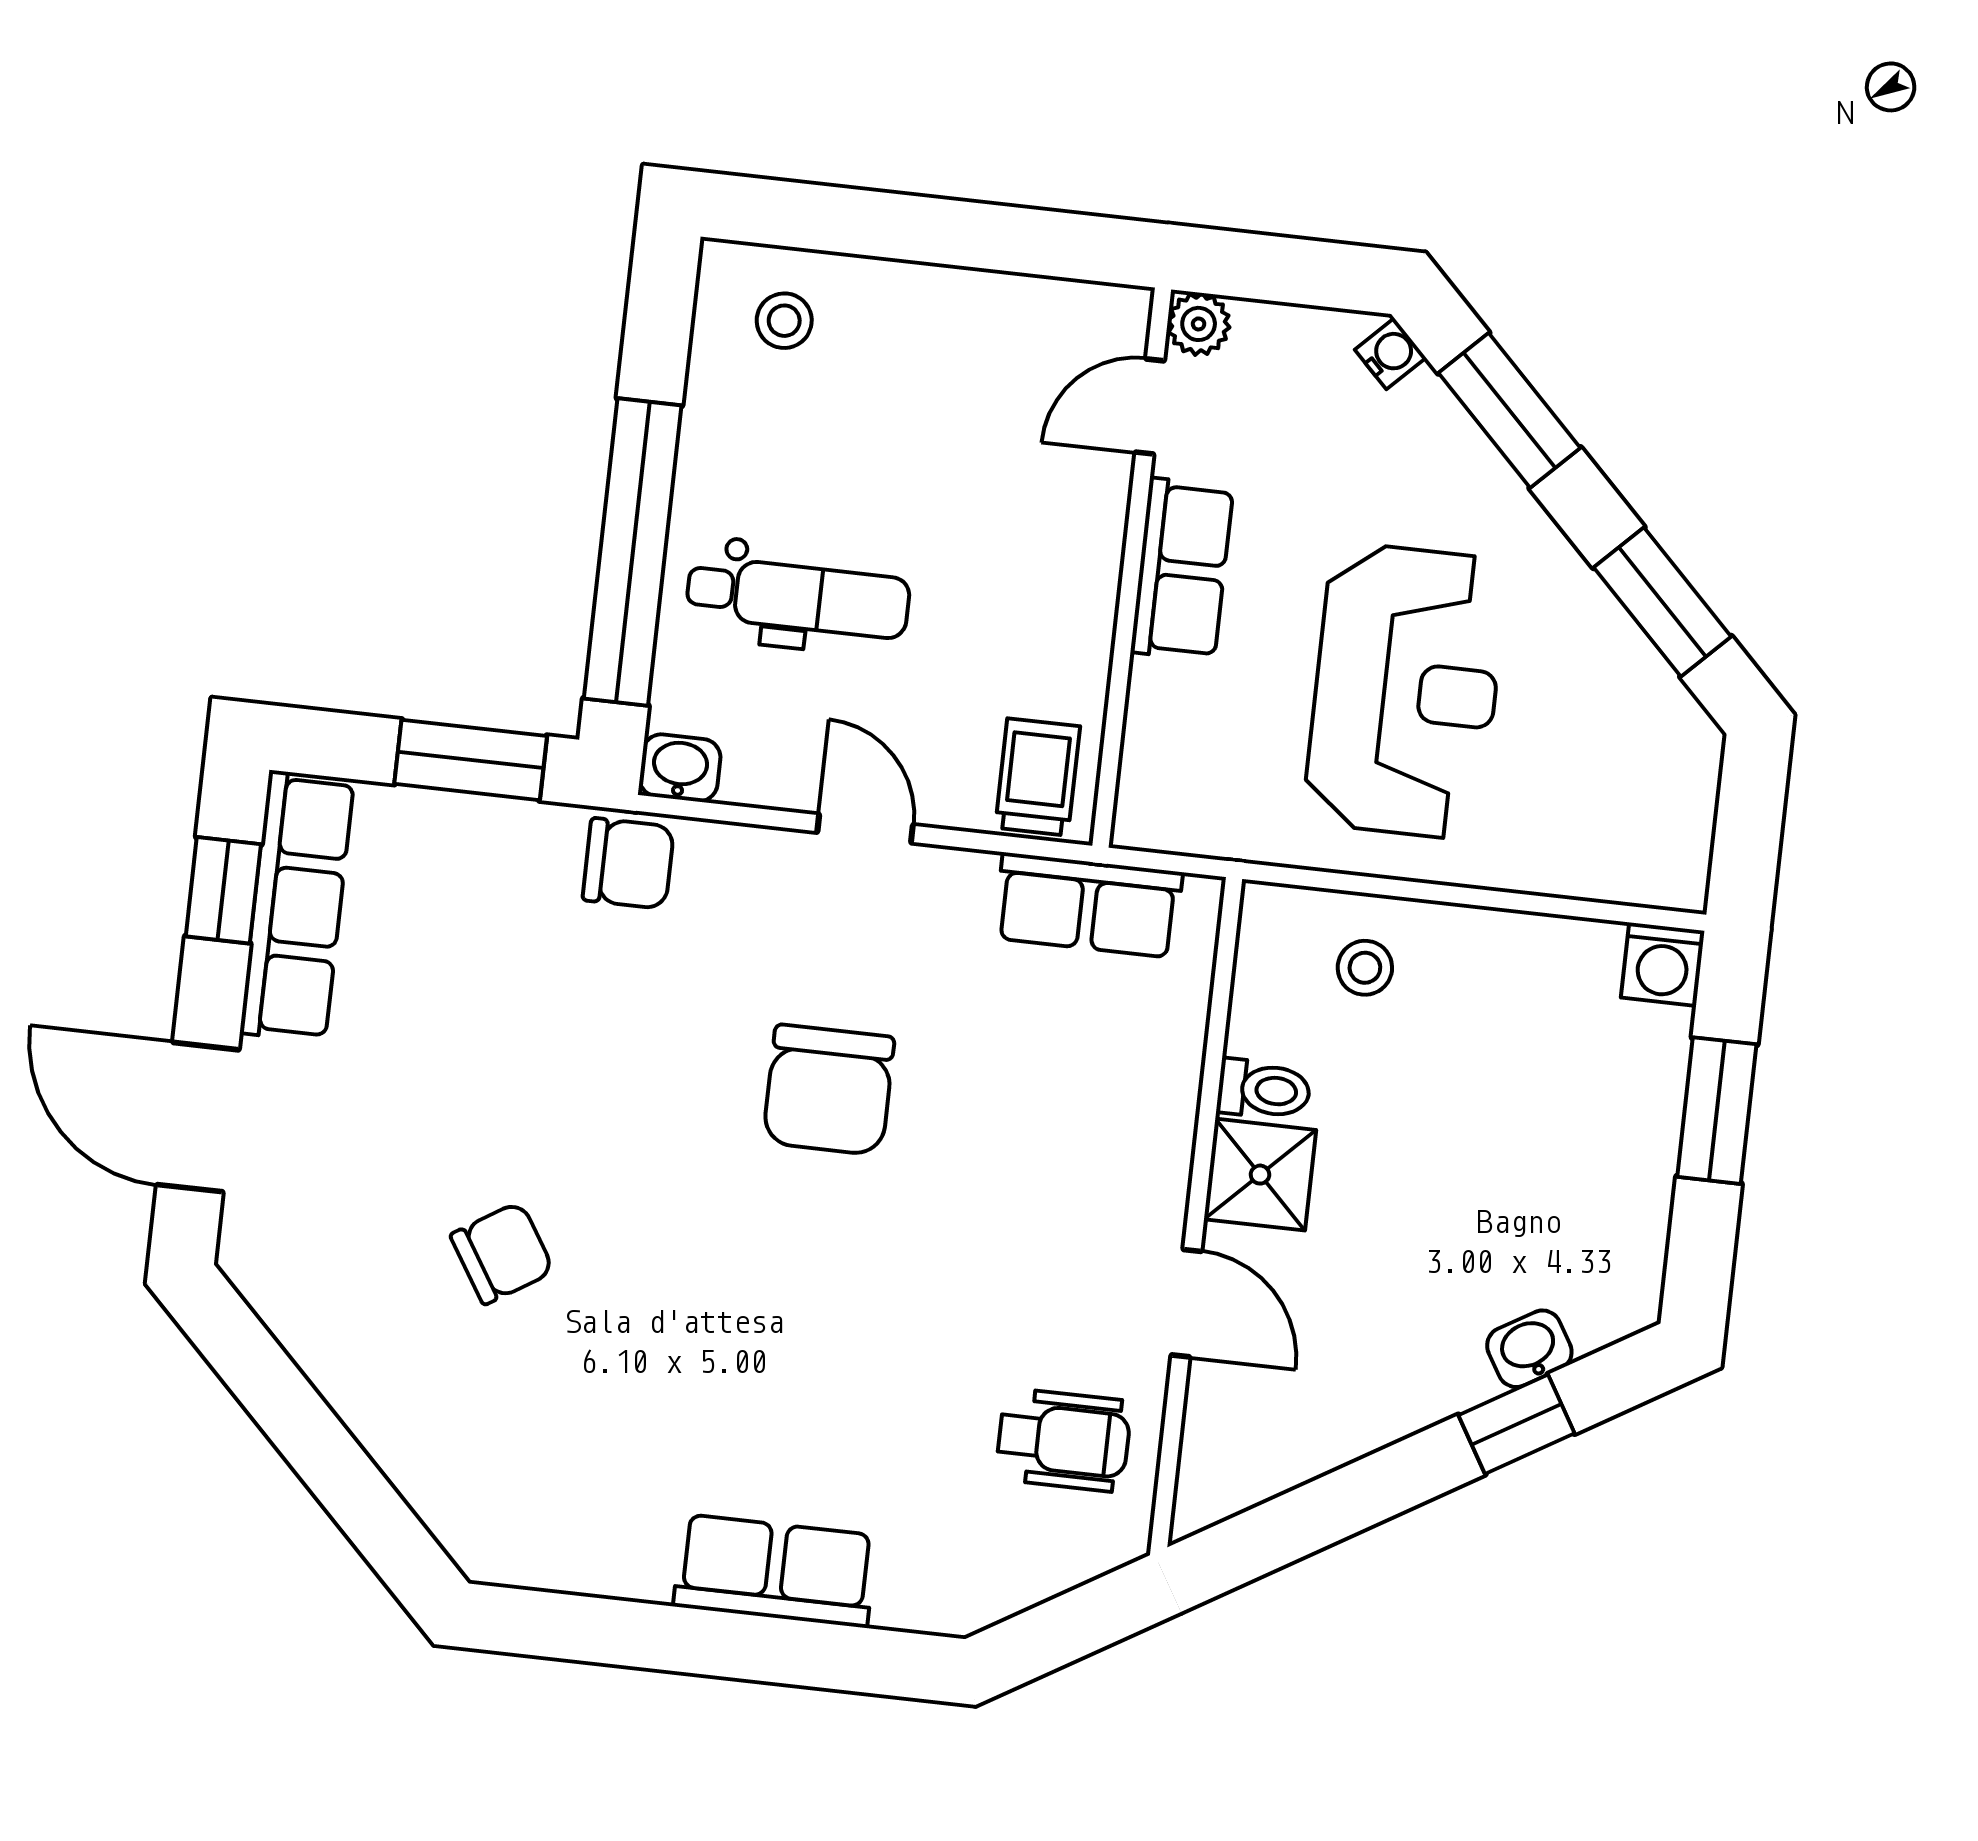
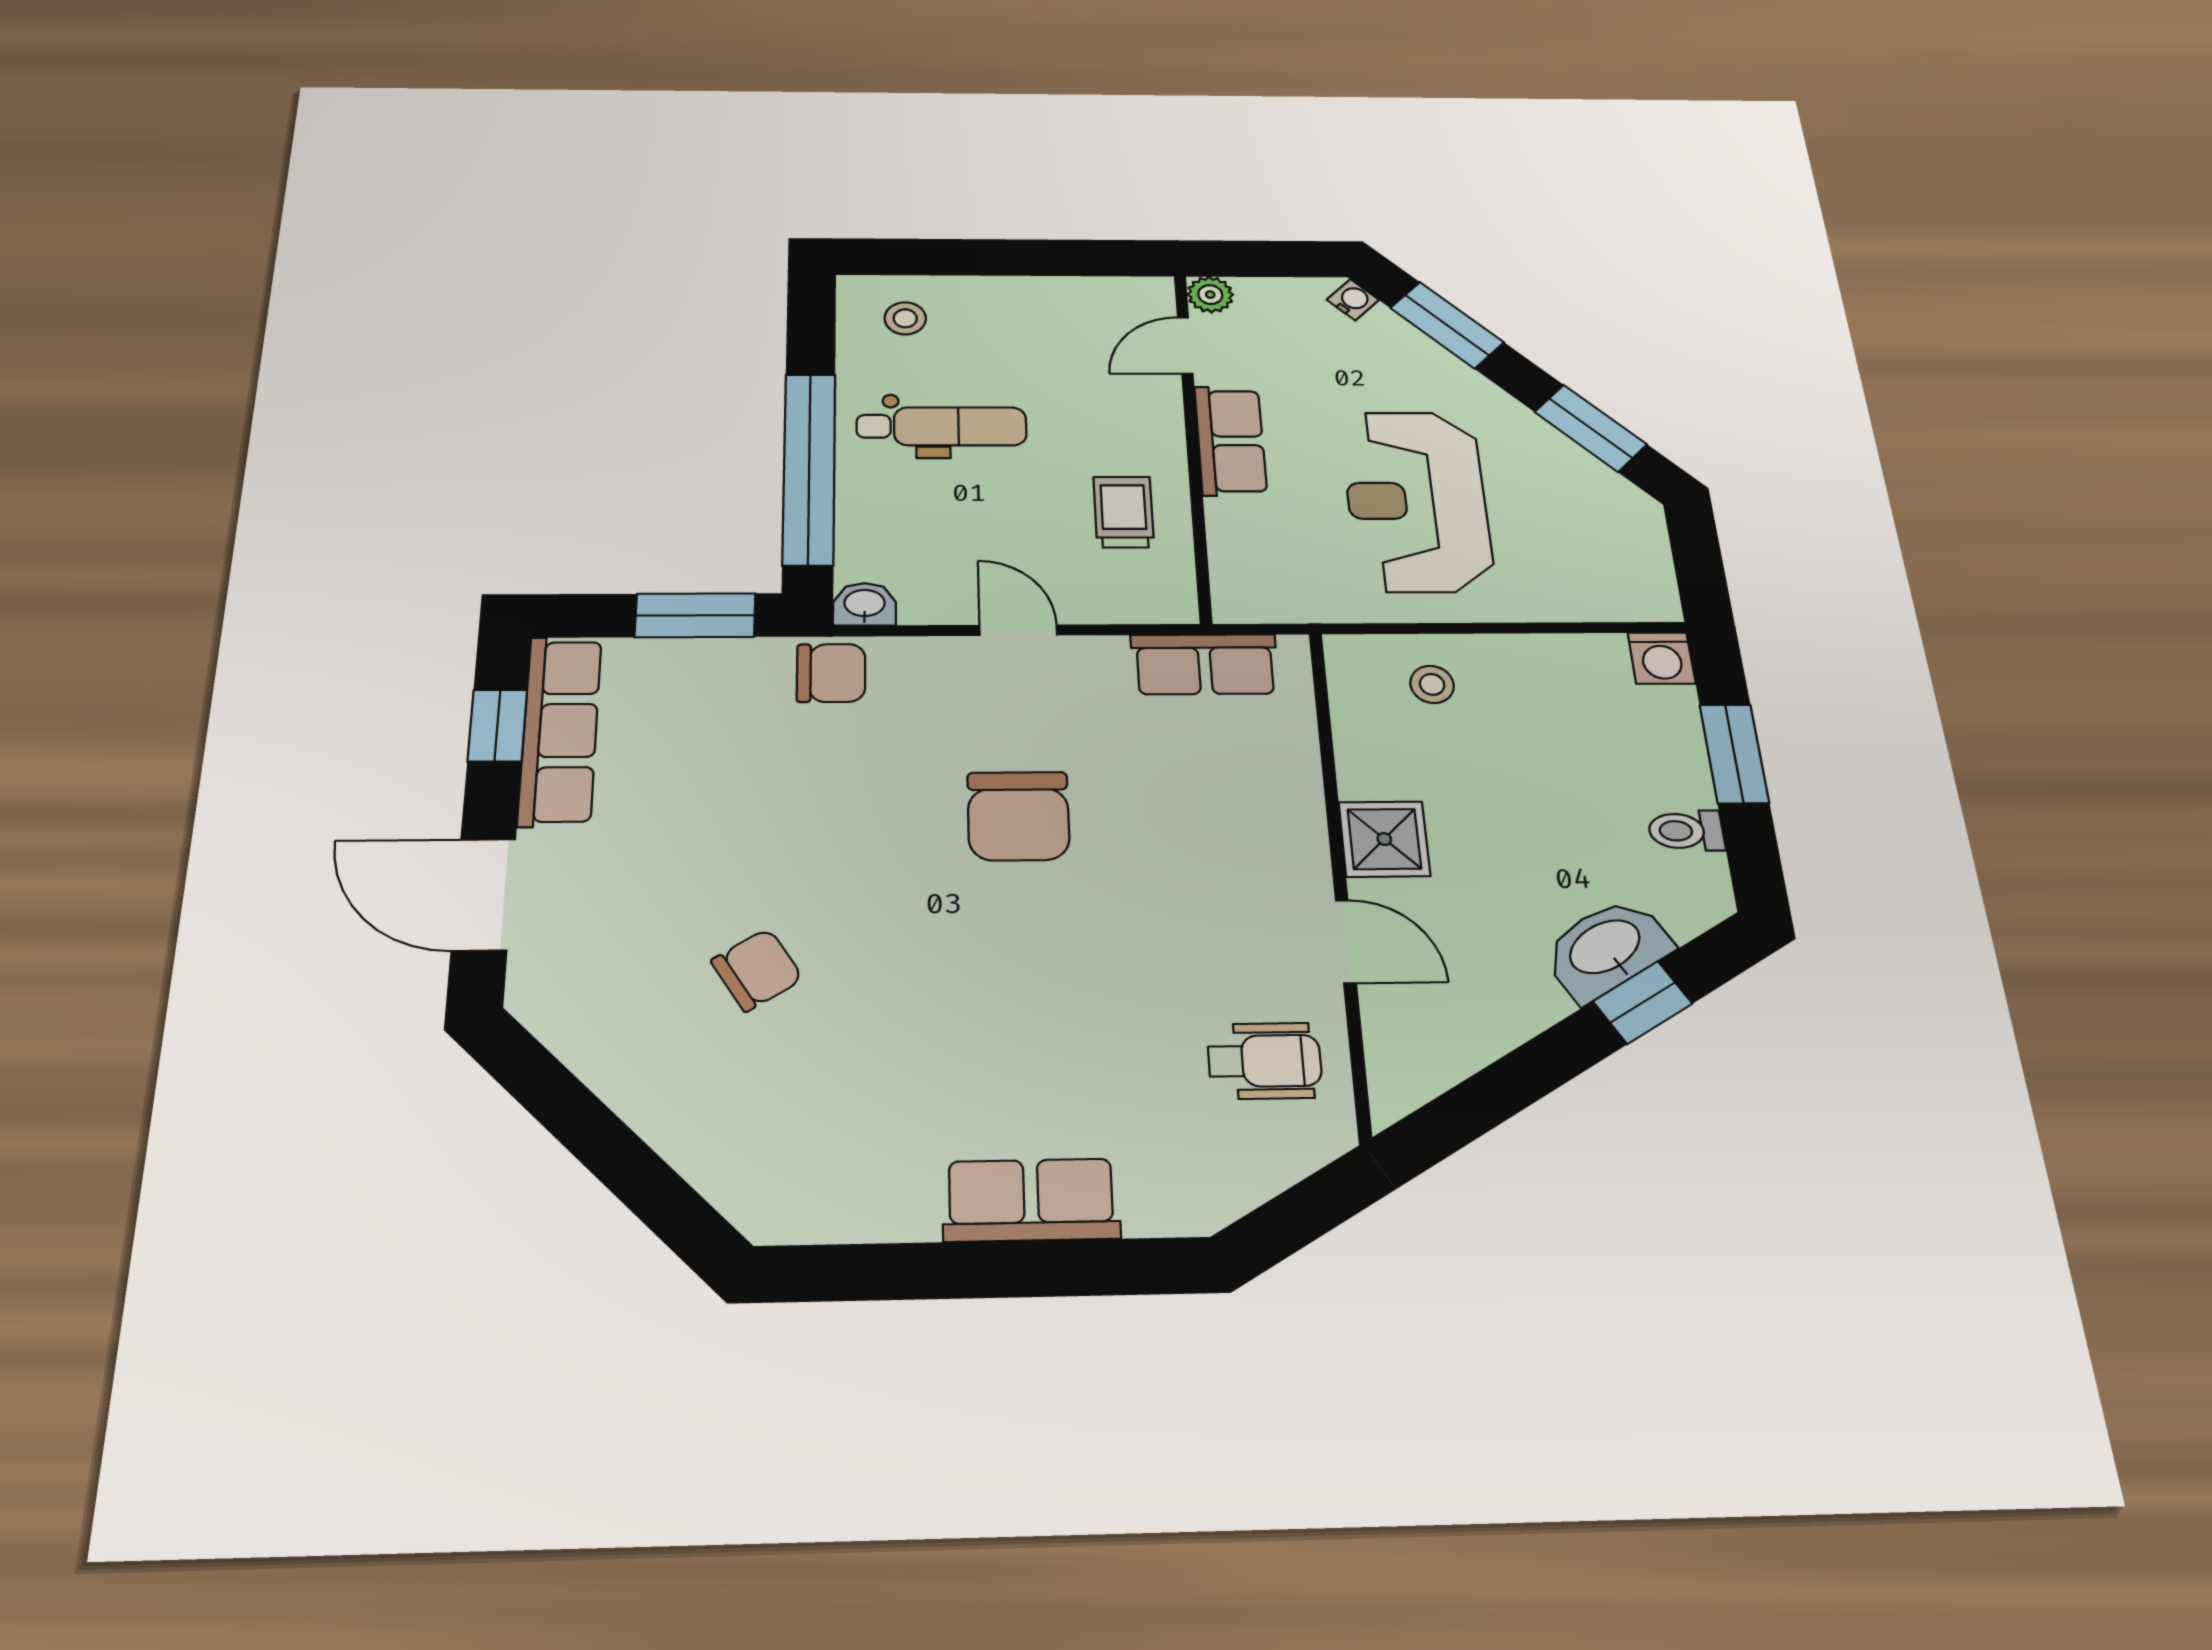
dental chair: (798, 597) -> (942, 426), moved
reception desk: (1406, 691) -> (1417, 501), turned 180
trolley: (1038, 777) -> (1124, 512), moved
toilet: (1264, 1090) -> (1686, 831), moved, turned 180
washbasin: (1529, 1349) -> (1606, 948), width x1.91, depth x1.45

